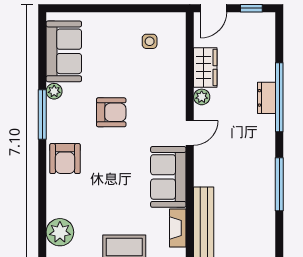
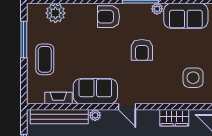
side table: (150, 41) -> (193, 78), width x1.87, depth x1.87
plant: (202, 97) -> (95, 115), moved

